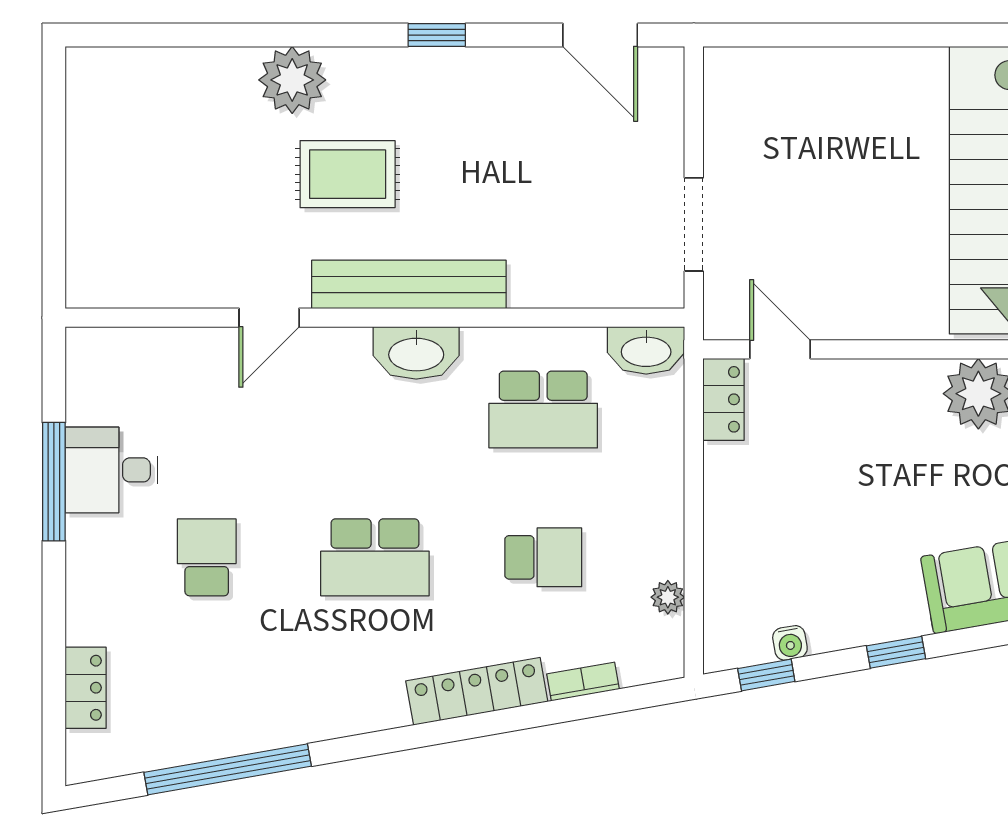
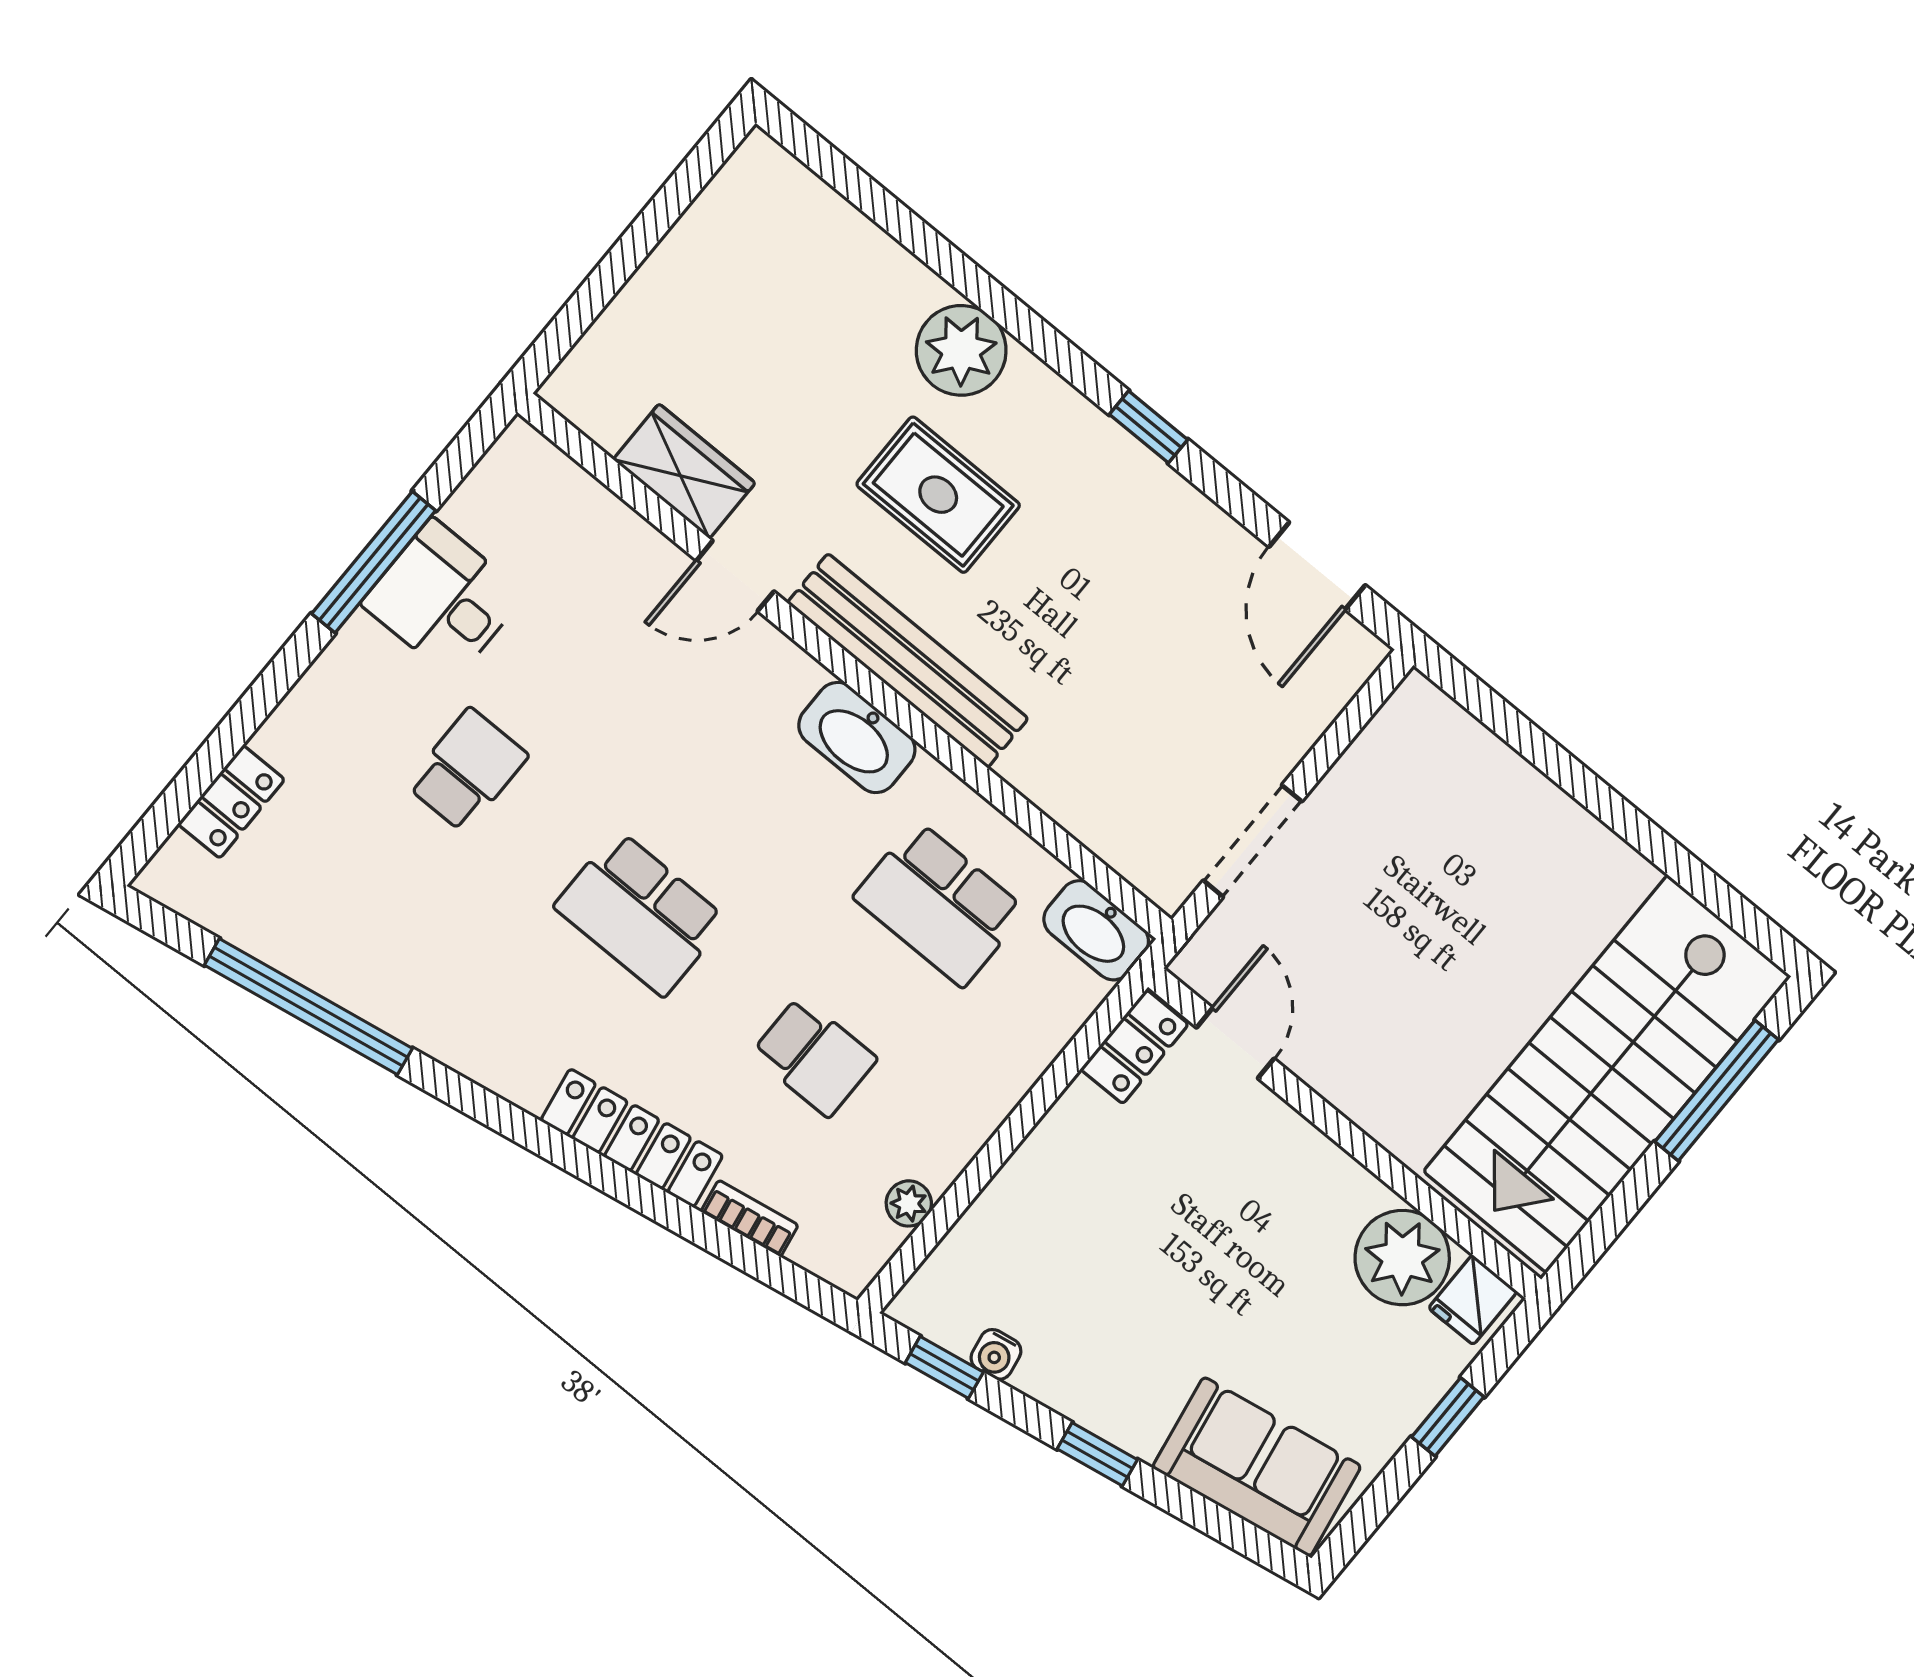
wardrobe: (190, 281) -> (684, 471), added

